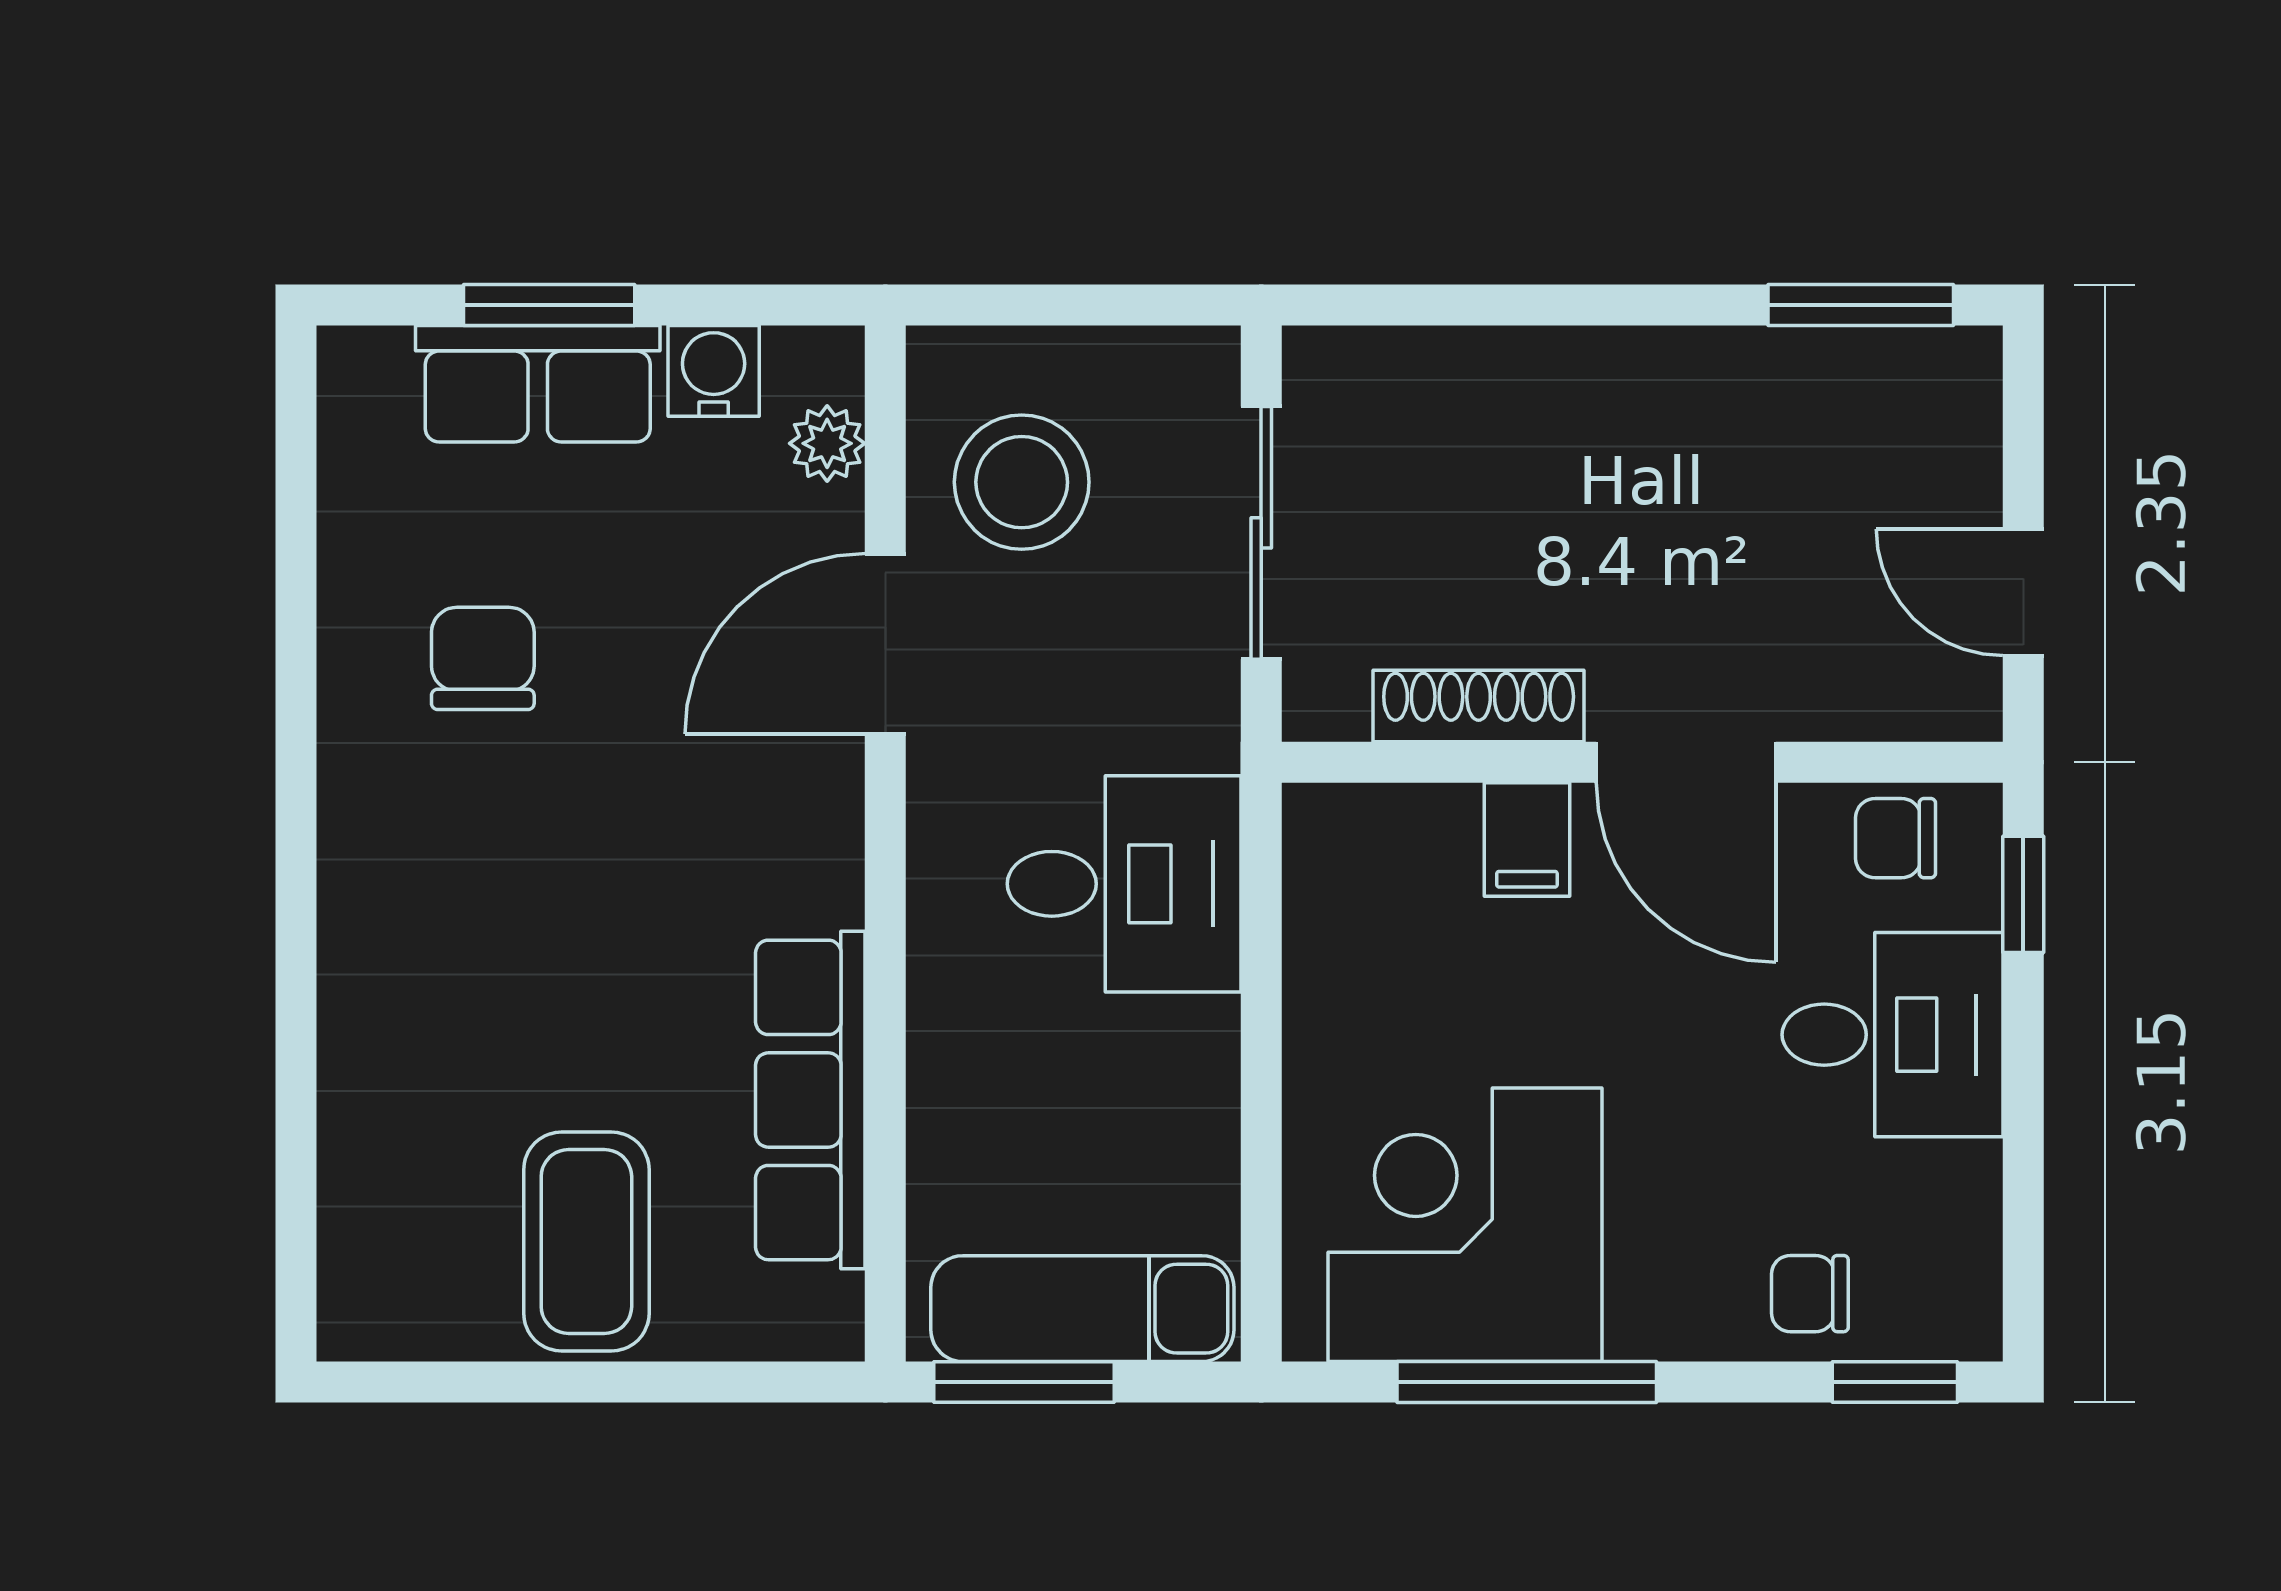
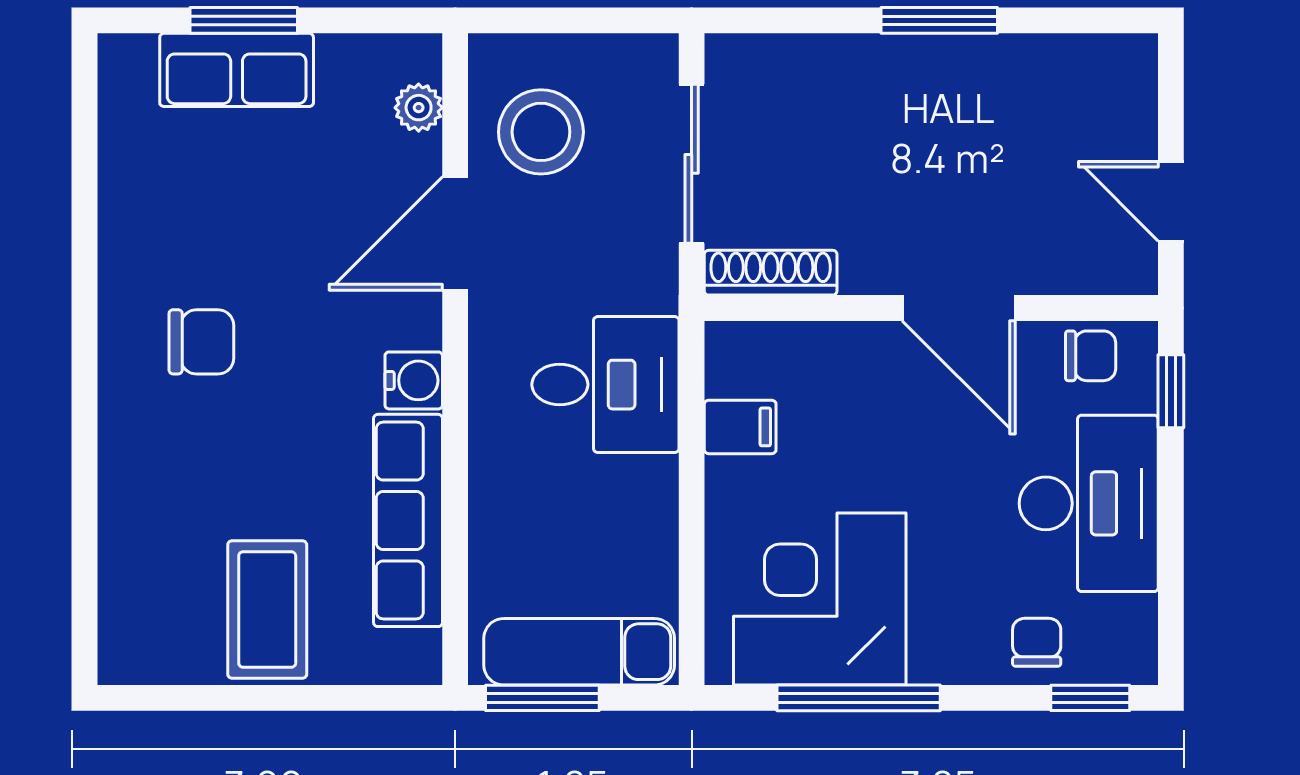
window: (1861, 305) -> (939, 20), moved
water cooler: (714, 371) -> (414, 380), moved, turned 90
chair: (483, 658) -> (201, 342), moved, turned 90
shoe rack: (1479, 706) -> (771, 273), moved
chair: (1895, 838) -> (1091, 356), turned 180
filing cabinet: (1527, 839) -> (740, 427), moved, turned -90
desk: (1893, 1035) -> (1089, 503), width x1.37
chair: (1810, 1294) -> (1037, 642), turned 90

